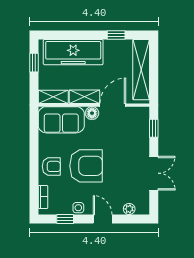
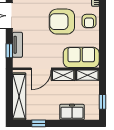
freezer: (73, 52) -> (72, 112), width x0.52, depth x0.79
floor lamp: (92, 113) -> (57, 63), removed
tv unit: (143, 136) -> (17, 45), added
armchair: (51, 166) -> (89, 21), turned -90

